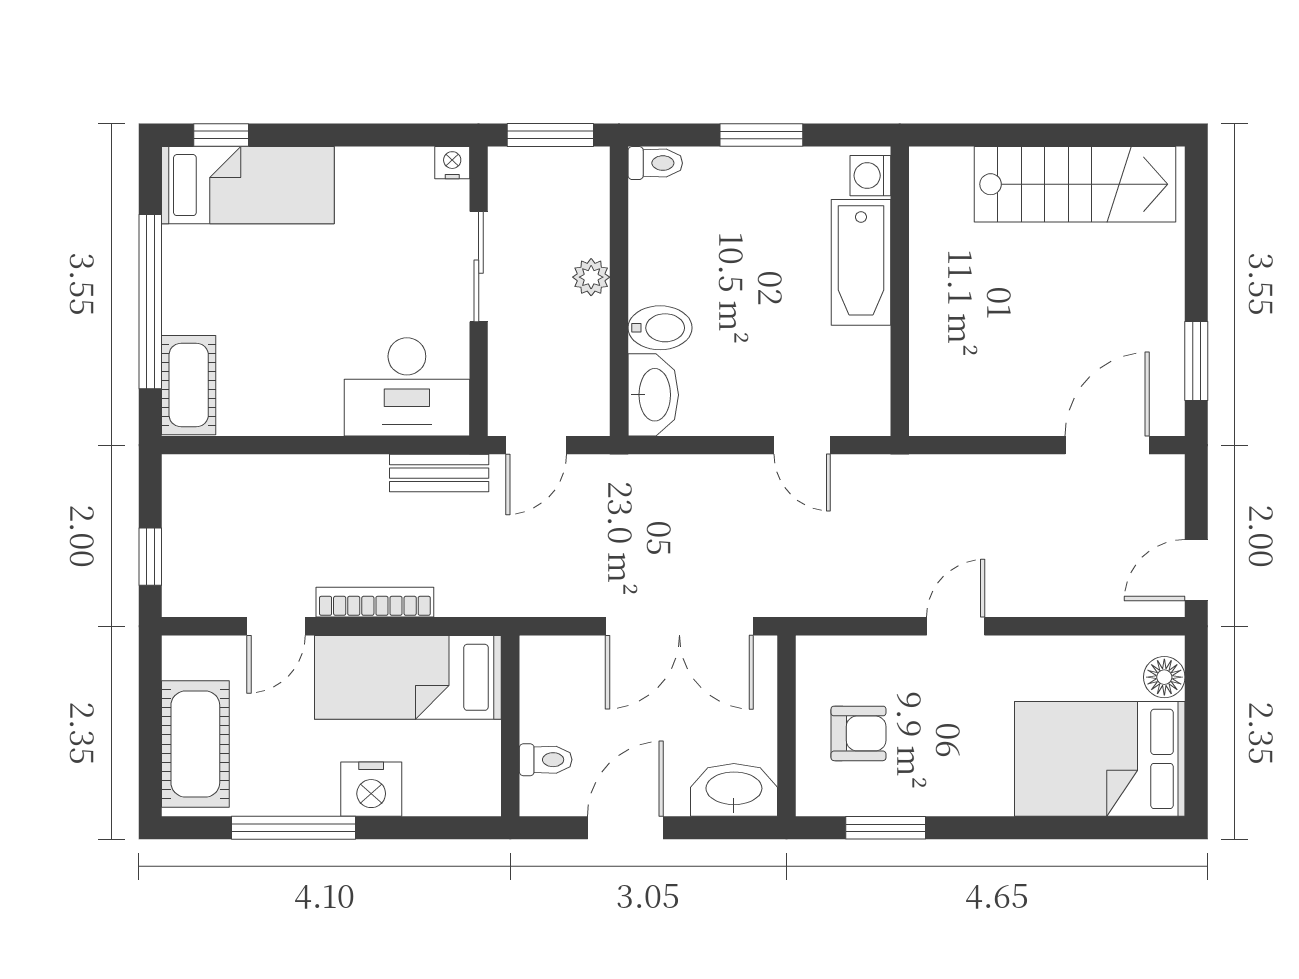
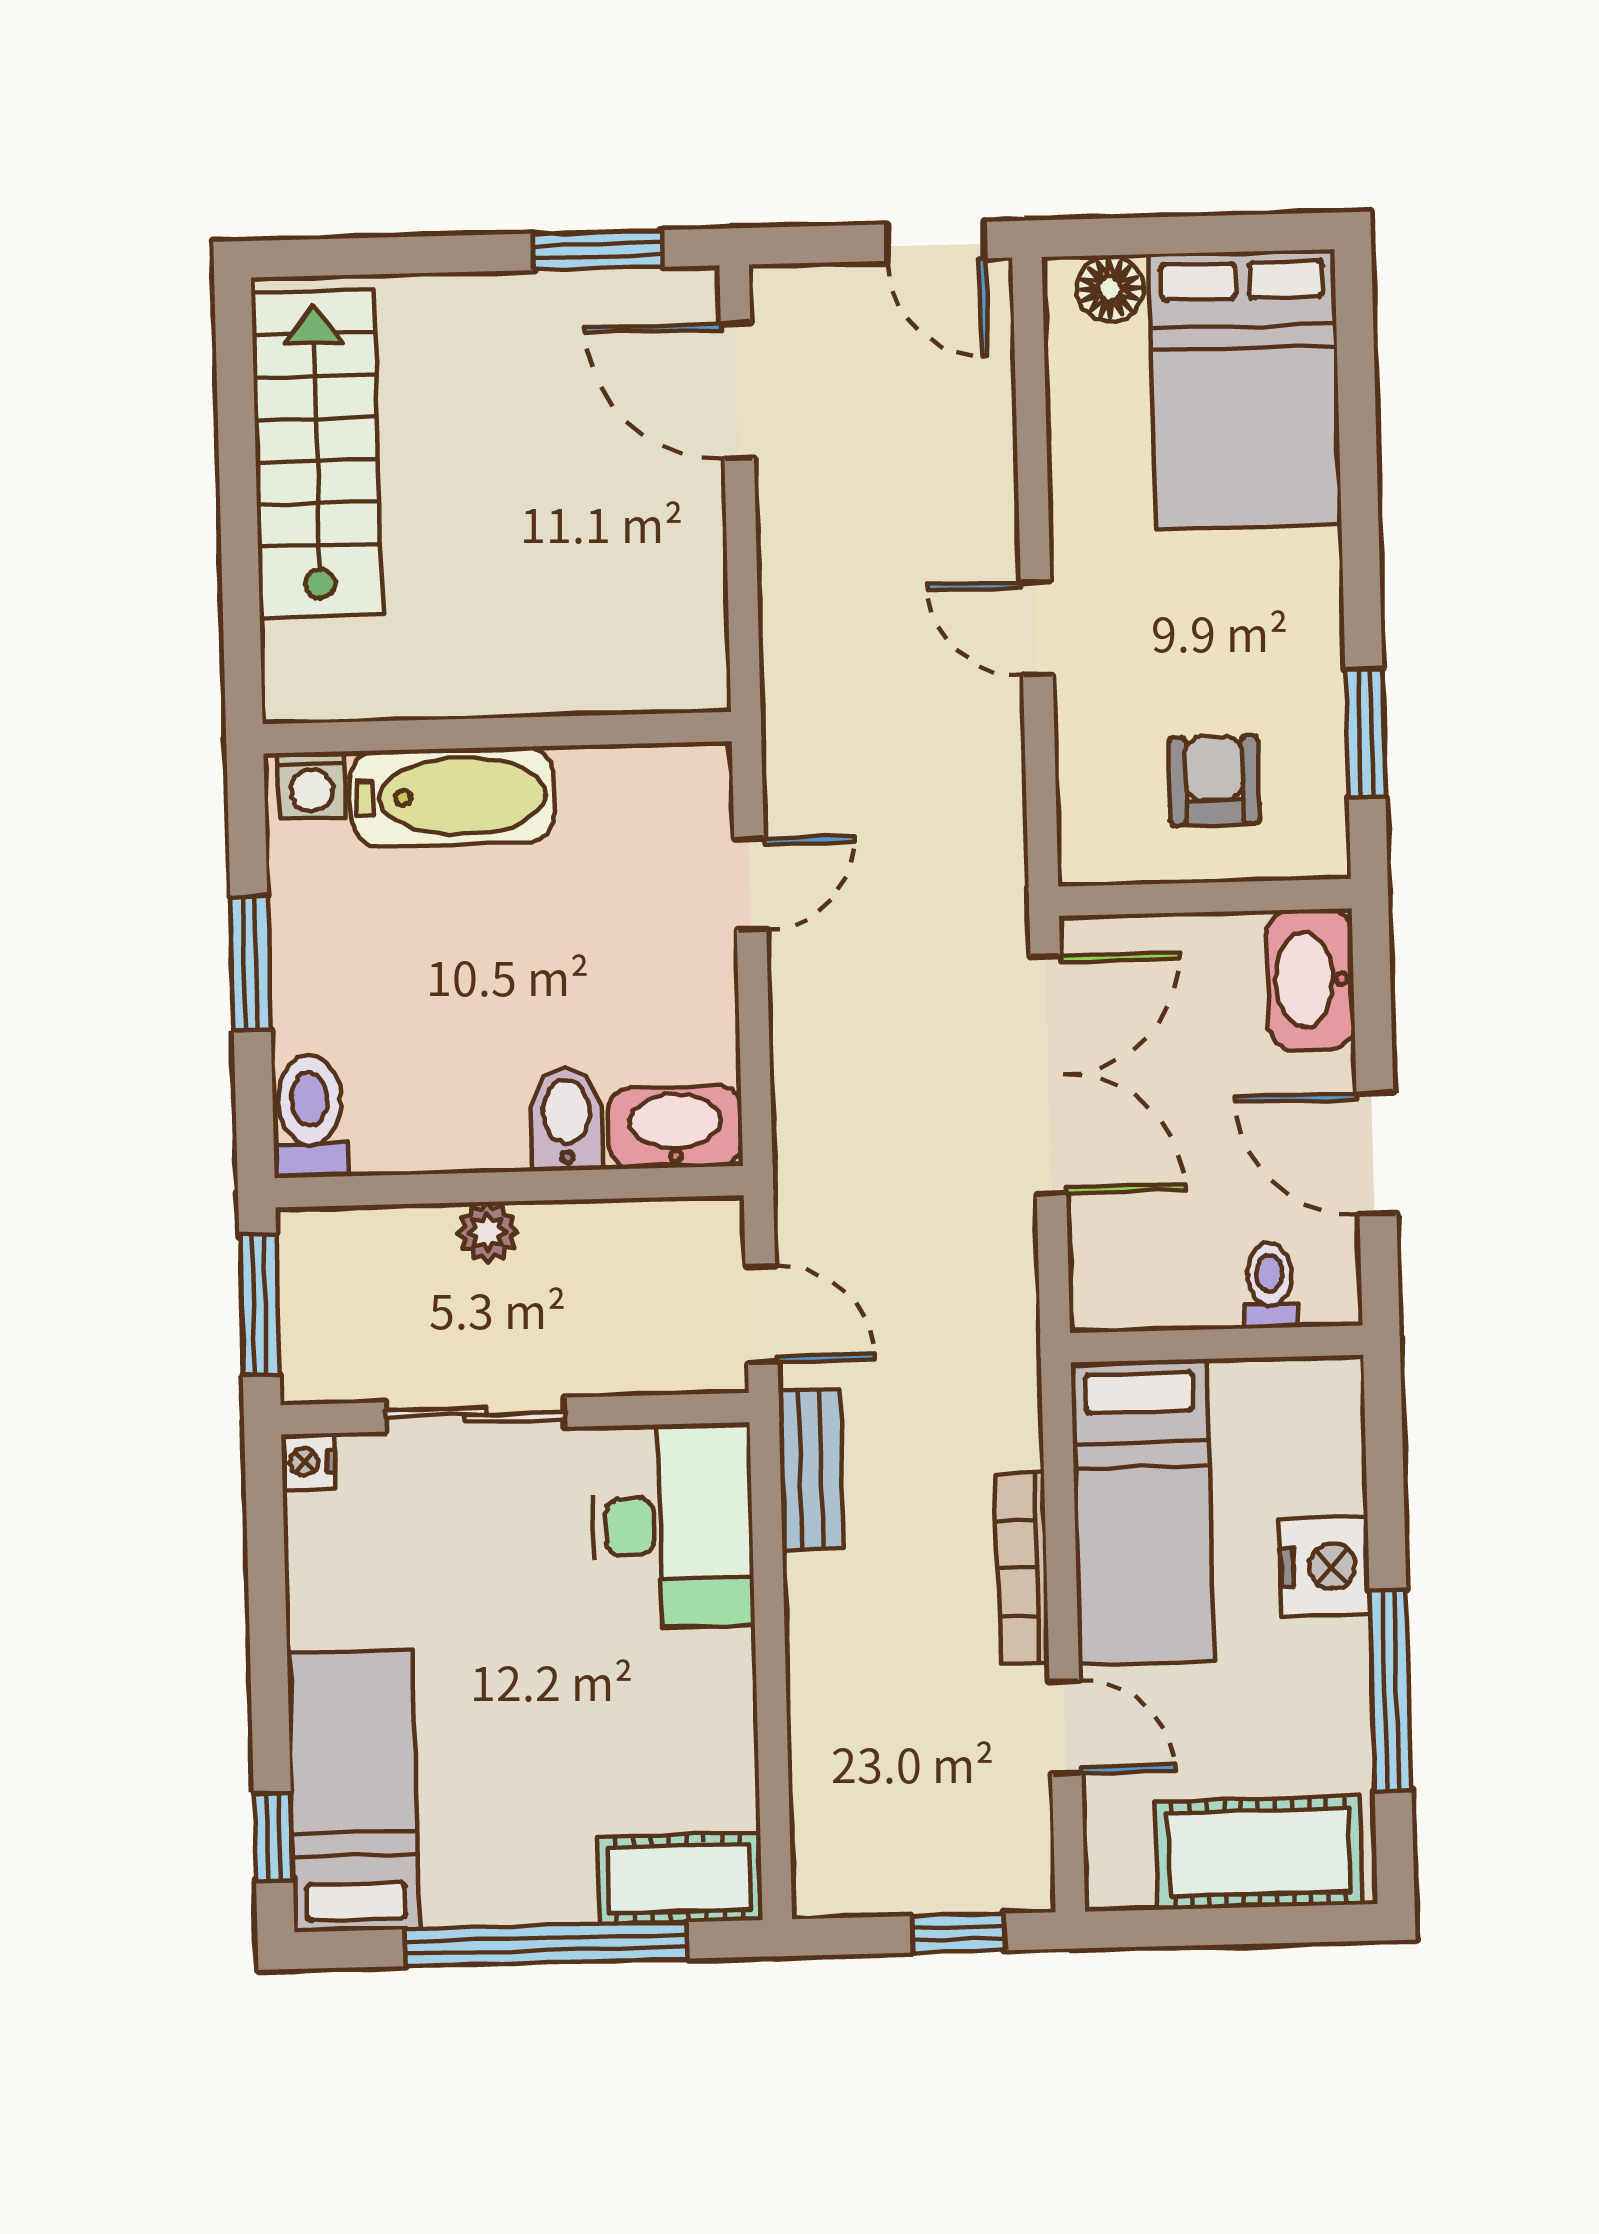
toilet: (655, 163) -> (310, 1116), width x1.37, depth x1.39

